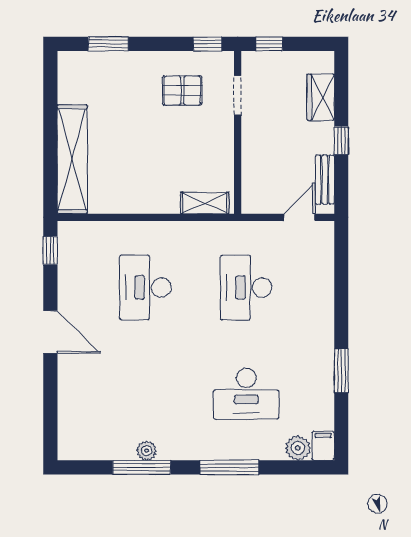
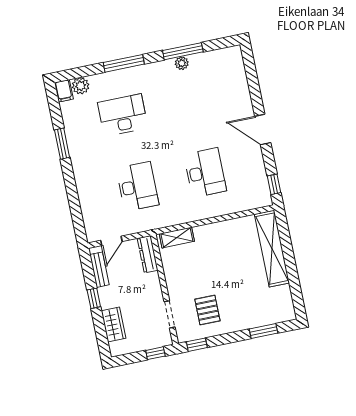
pallet: (182, 90) -> (207, 310), turned 90
dresser: (251, 188) -> (148, 254), added

